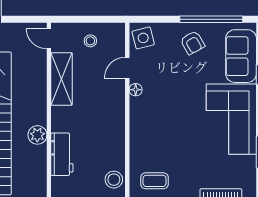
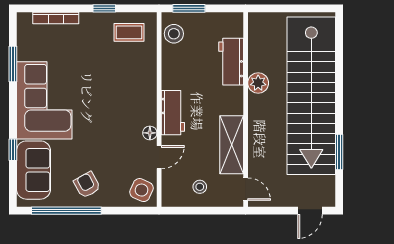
side table: (143, 38) -> (142, 190), turned 38
workbench: (115, 108) -> (173, 113), added

